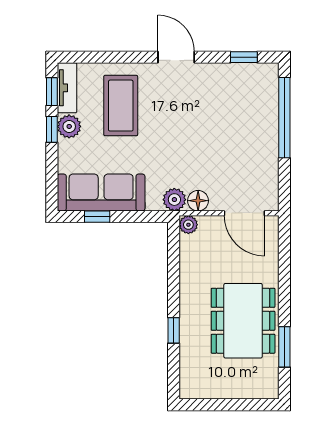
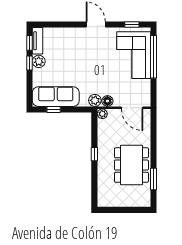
coffee table: (121, 106) -> (66, 50), removed
corner sofa: (247, 115) -> (134, 55), added
window: (174, 330) -> (94, 154), moved

